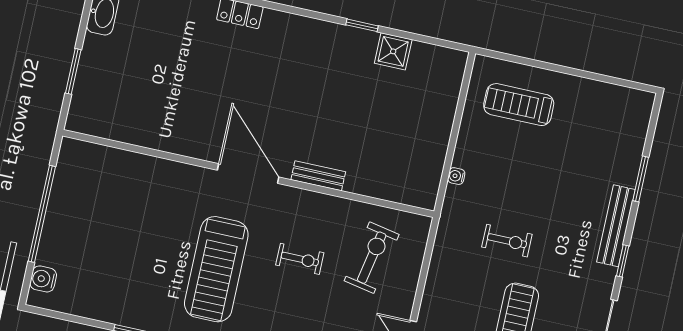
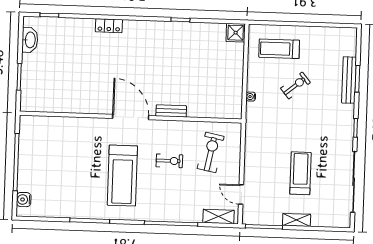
shower: (393, 51) -> (236, 33), moved
bench: (616, 226) -> (349, 80), moved
exercise bike: (507, 241) -> (296, 85), moved, turned -39

